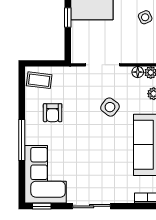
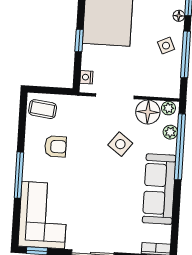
nightstand: (76, 50) -> (86, 77), added
floor lamp: (138, 72) -> (148, 112), width x1.89, depth x1.89
armchair: (53, 113) -> (55, 146), turned -90

